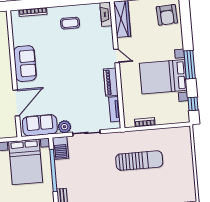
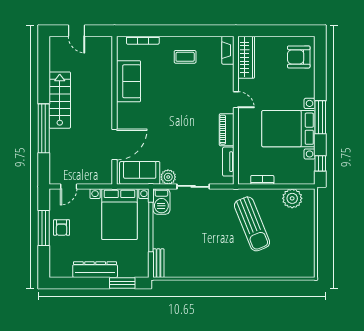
armchair: (167, 15) -> (299, 57), turned 93
sofa: (25, 64) -> (129, 81), moved
plant: (172, 136) -> (292, 198), added
sun lounger: (139, 161) -> (252, 224), turned 68

